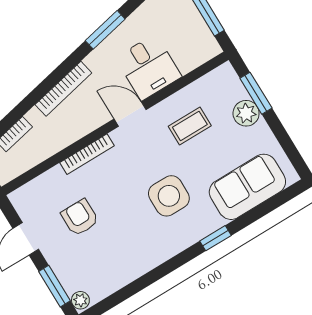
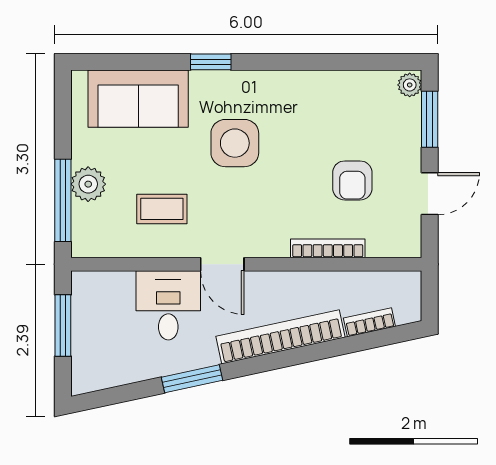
bookcase: (63, 89) -> (280, 337), width x1.48, depth x1.31
window: (256, 93) -> (63, 200), width x1.44
bookcase: (87, 154) -> (328, 248), moved

